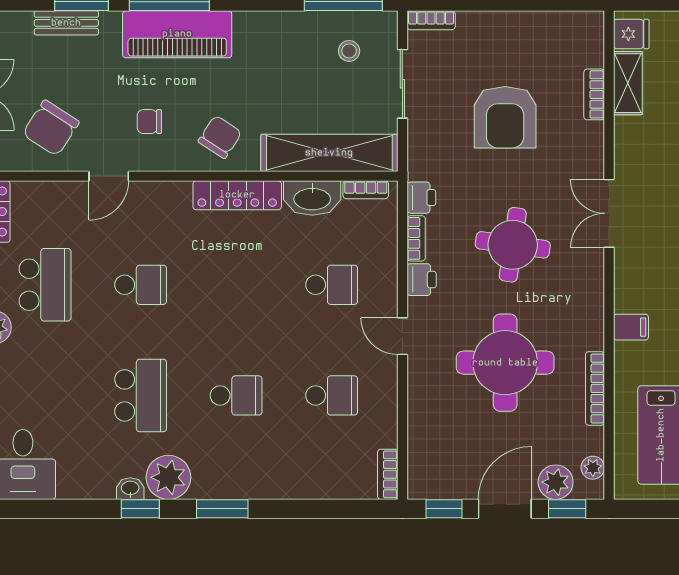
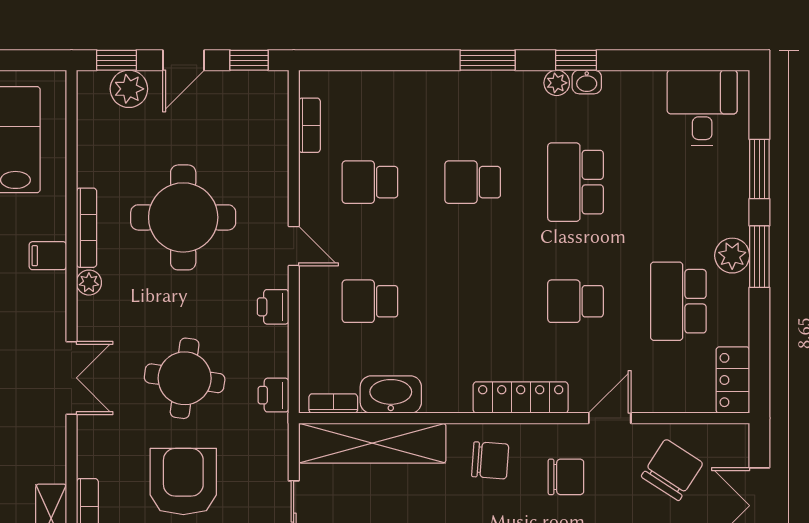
chair: (149, 122) -> (566, 477), width x1.37, depth x1.37
chair: (220, 137) -> (490, 460), turned -119
locker: (237, 195) -> (521, 398), moved
bookcase: (416, 238) -> (279, 351), removed
round table: (513, 245) -> (185, 378), moved
bookcase: (595, 388) -> (87, 228), moved
plant: (593, 468) -> (89, 283), moved
bookcase: (388, 474) -> (309, 125), moved
plant: (168, 477) -> (557, 83), width x0.53, depth x0.53
door: (505, 509) -> (184, 60), width x0.73

